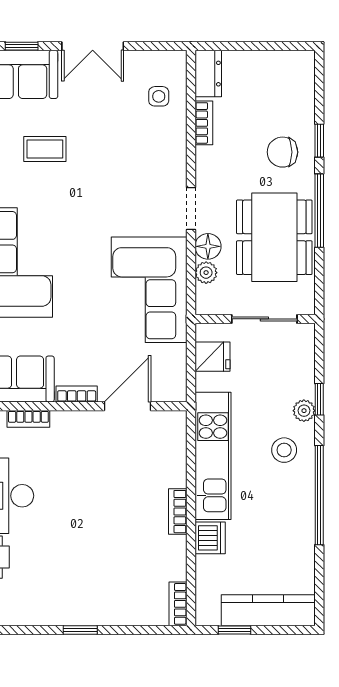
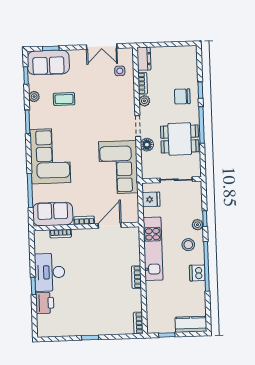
double door: (93, 46) -> (102, 47), moved
dining table: (274, 237) -> (180, 139), width x0.73
plant: (206, 273) -> (144, 101), moved
dishwasher: (210, 538) -> (197, 273), moved, turned 180
kitchen counter: (268, 610) -> (191, 324), width x0.67

